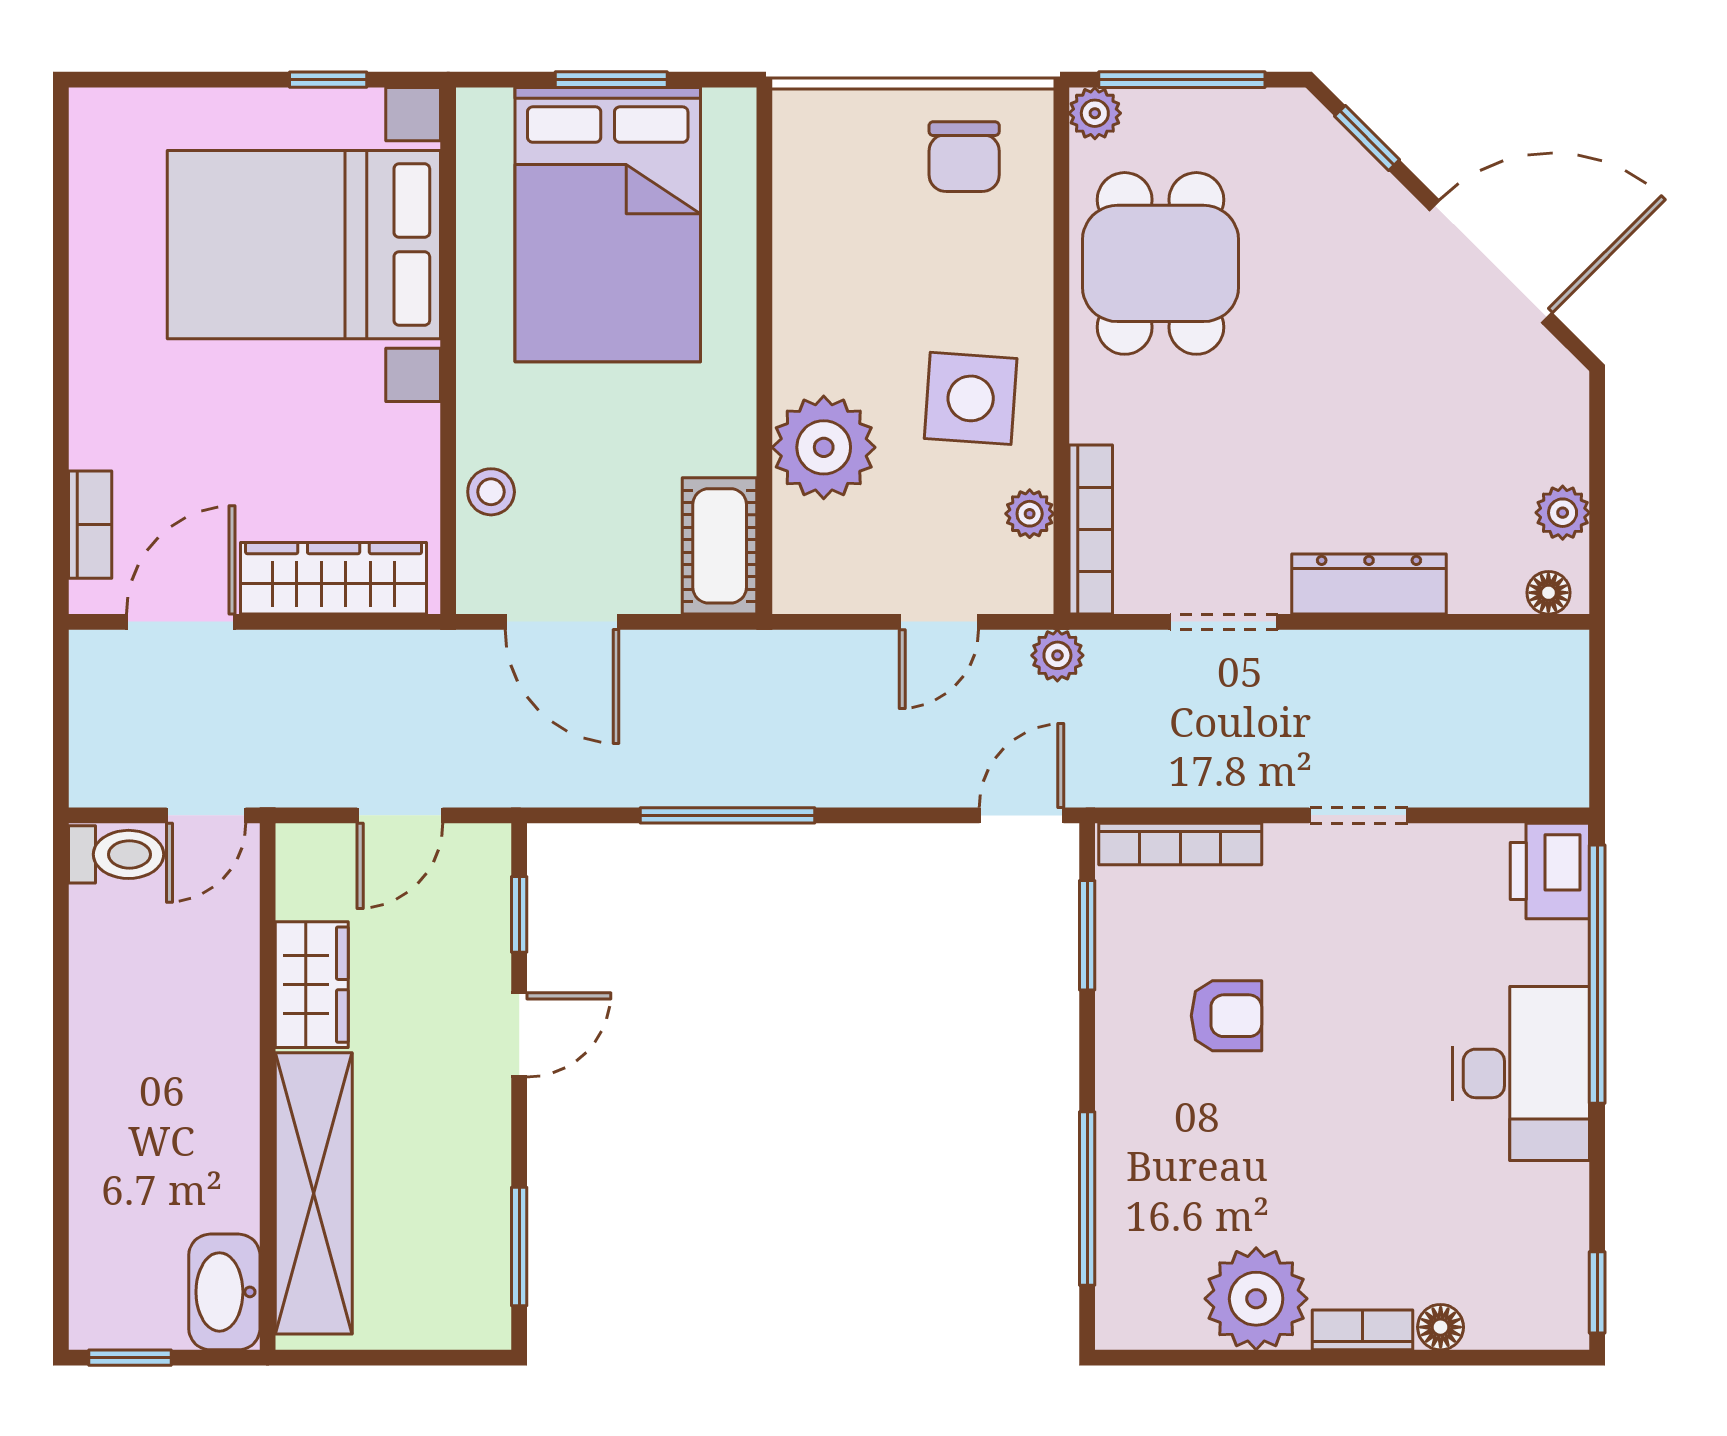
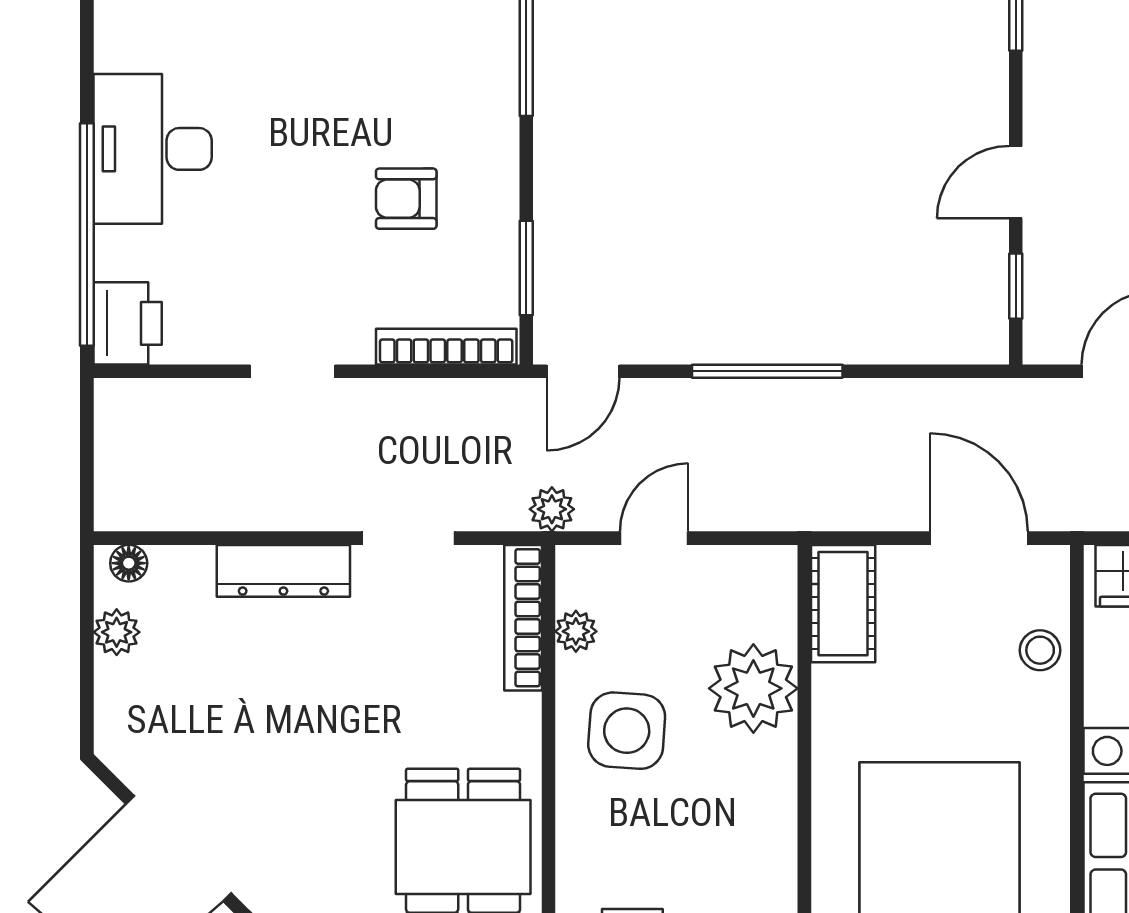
window: (728, 815) -> (767, 371), moved

